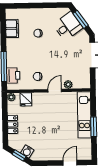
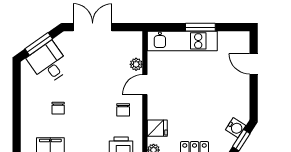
door: (55, 91) -> (145, 85), hinge flipped

